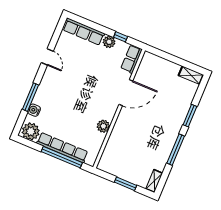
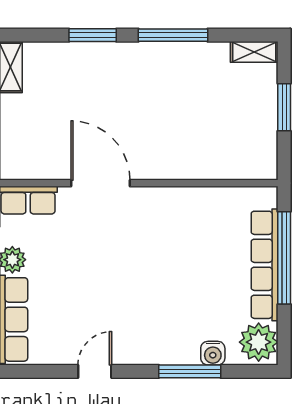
plant: (103, 126) -> (187, 200), removed

